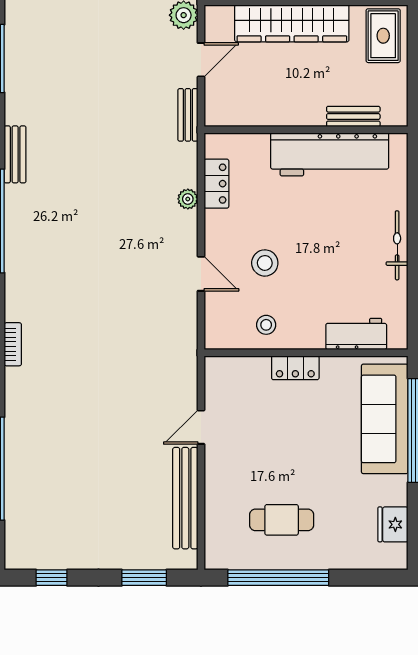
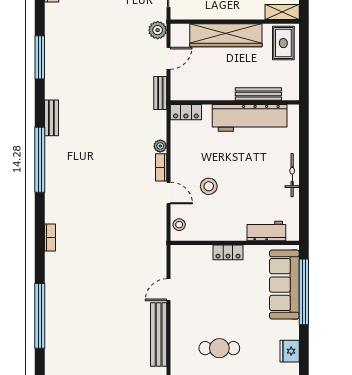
bench: (353, 117) -> (258, 94), width x1.36
locker: (216, 184) -> (186, 112), moved, turned 90
bookcase: (189, 233) -> (161, 167), added
stool: (266, 325) -> (179, 225), moved

